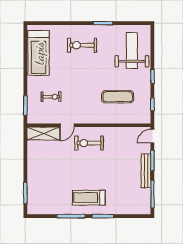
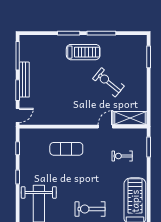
exercise bike: (82, 45) -> (90, 209), turned 180
exercise mat: (118, 97) -> (66, 149), moved
exercise bike: (89, 143) -> (108, 82), moved, turned -141

